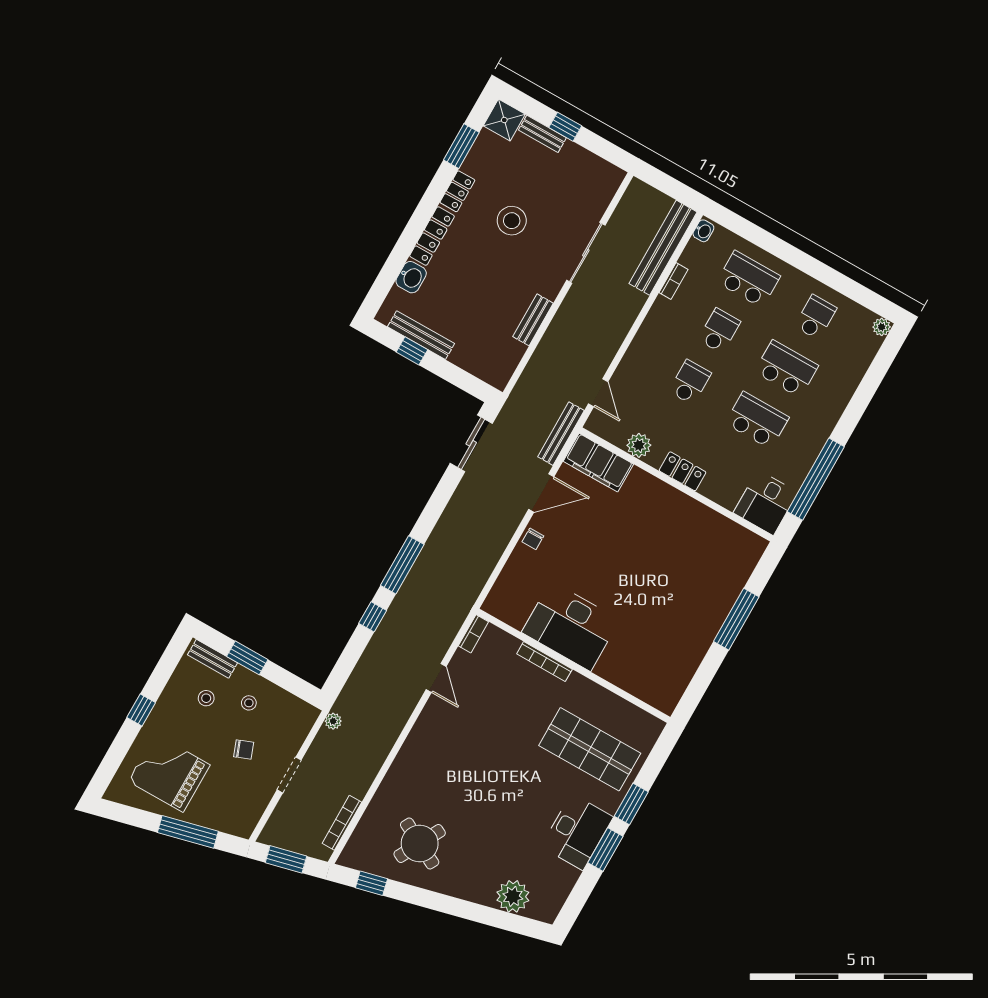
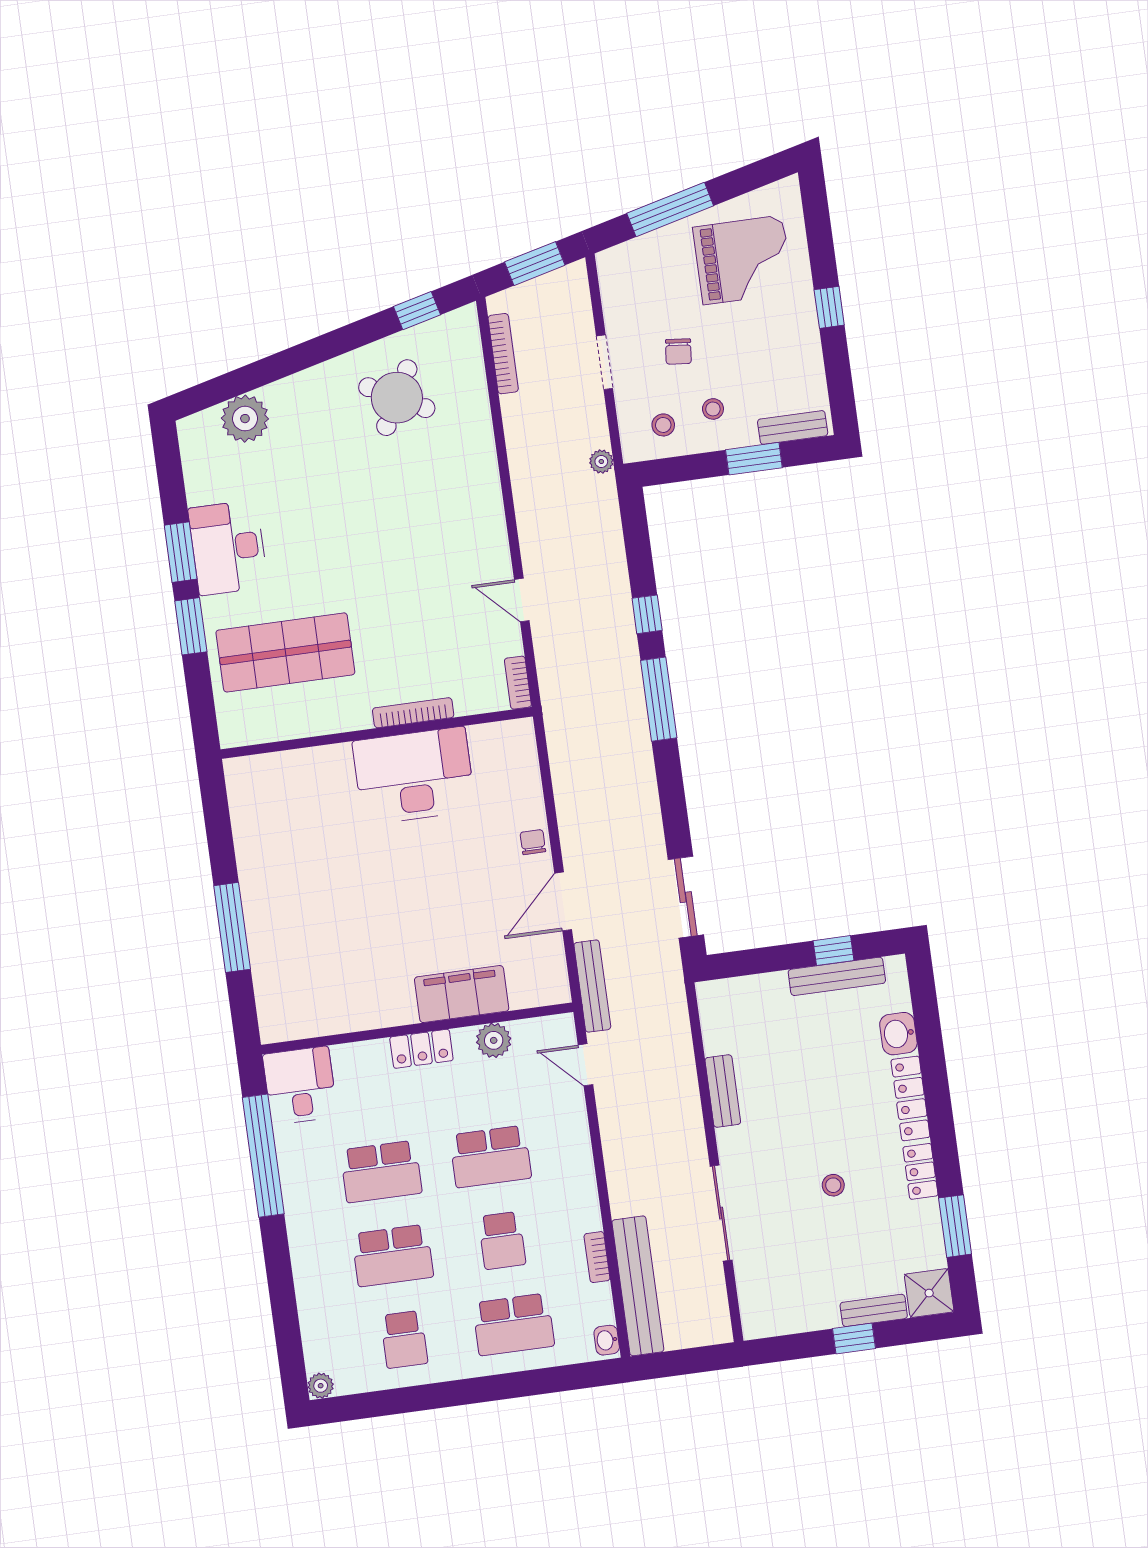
stool: (512, 221) -> (833, 1185), width x0.53, depth x0.53
school desk: (690, 382) -> (490, 1157), width x1.85
filing cabinet: (598, 463) -> (462, 994), moved
stool: (206, 698) -> (663, 425), moved
chair: (244, 750) -> (678, 352), turned -63

